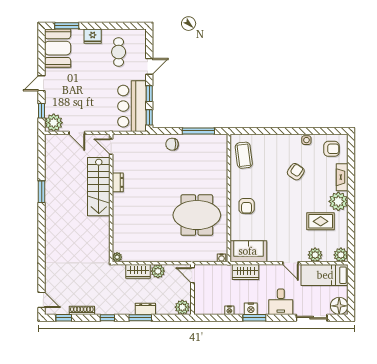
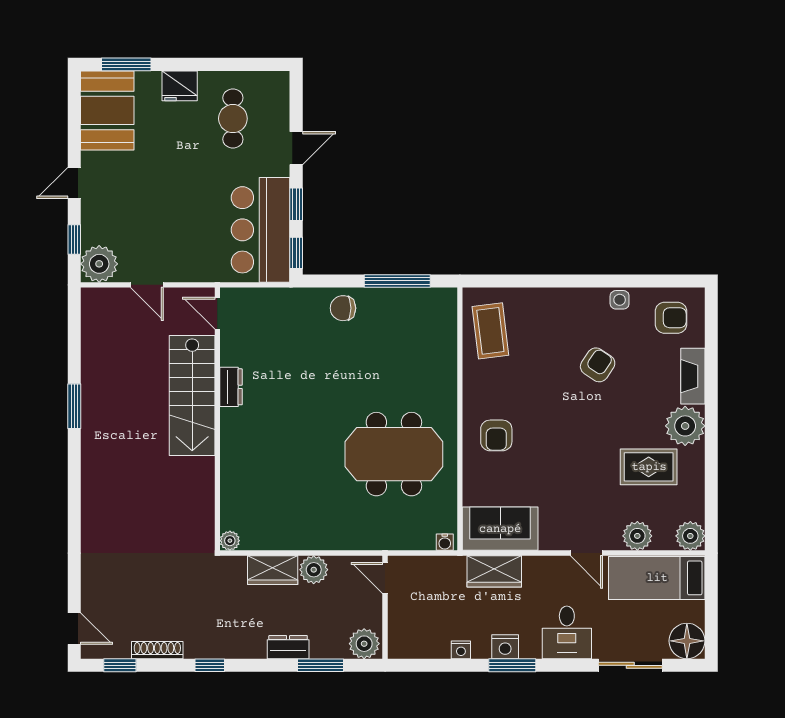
window: (140, 318) -> (320, 665), moved

